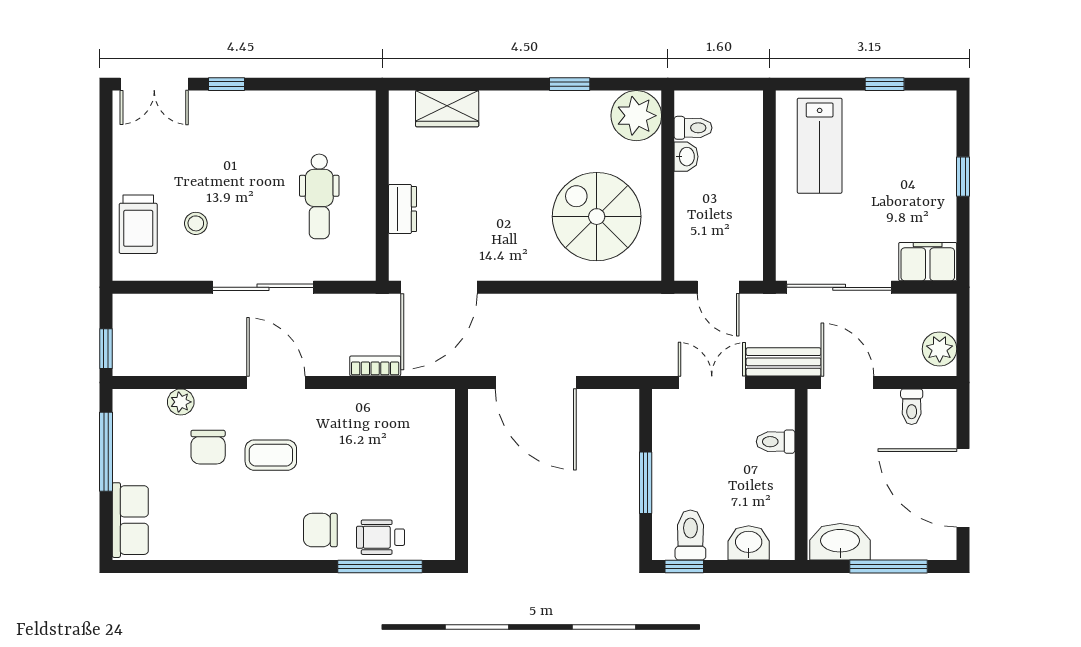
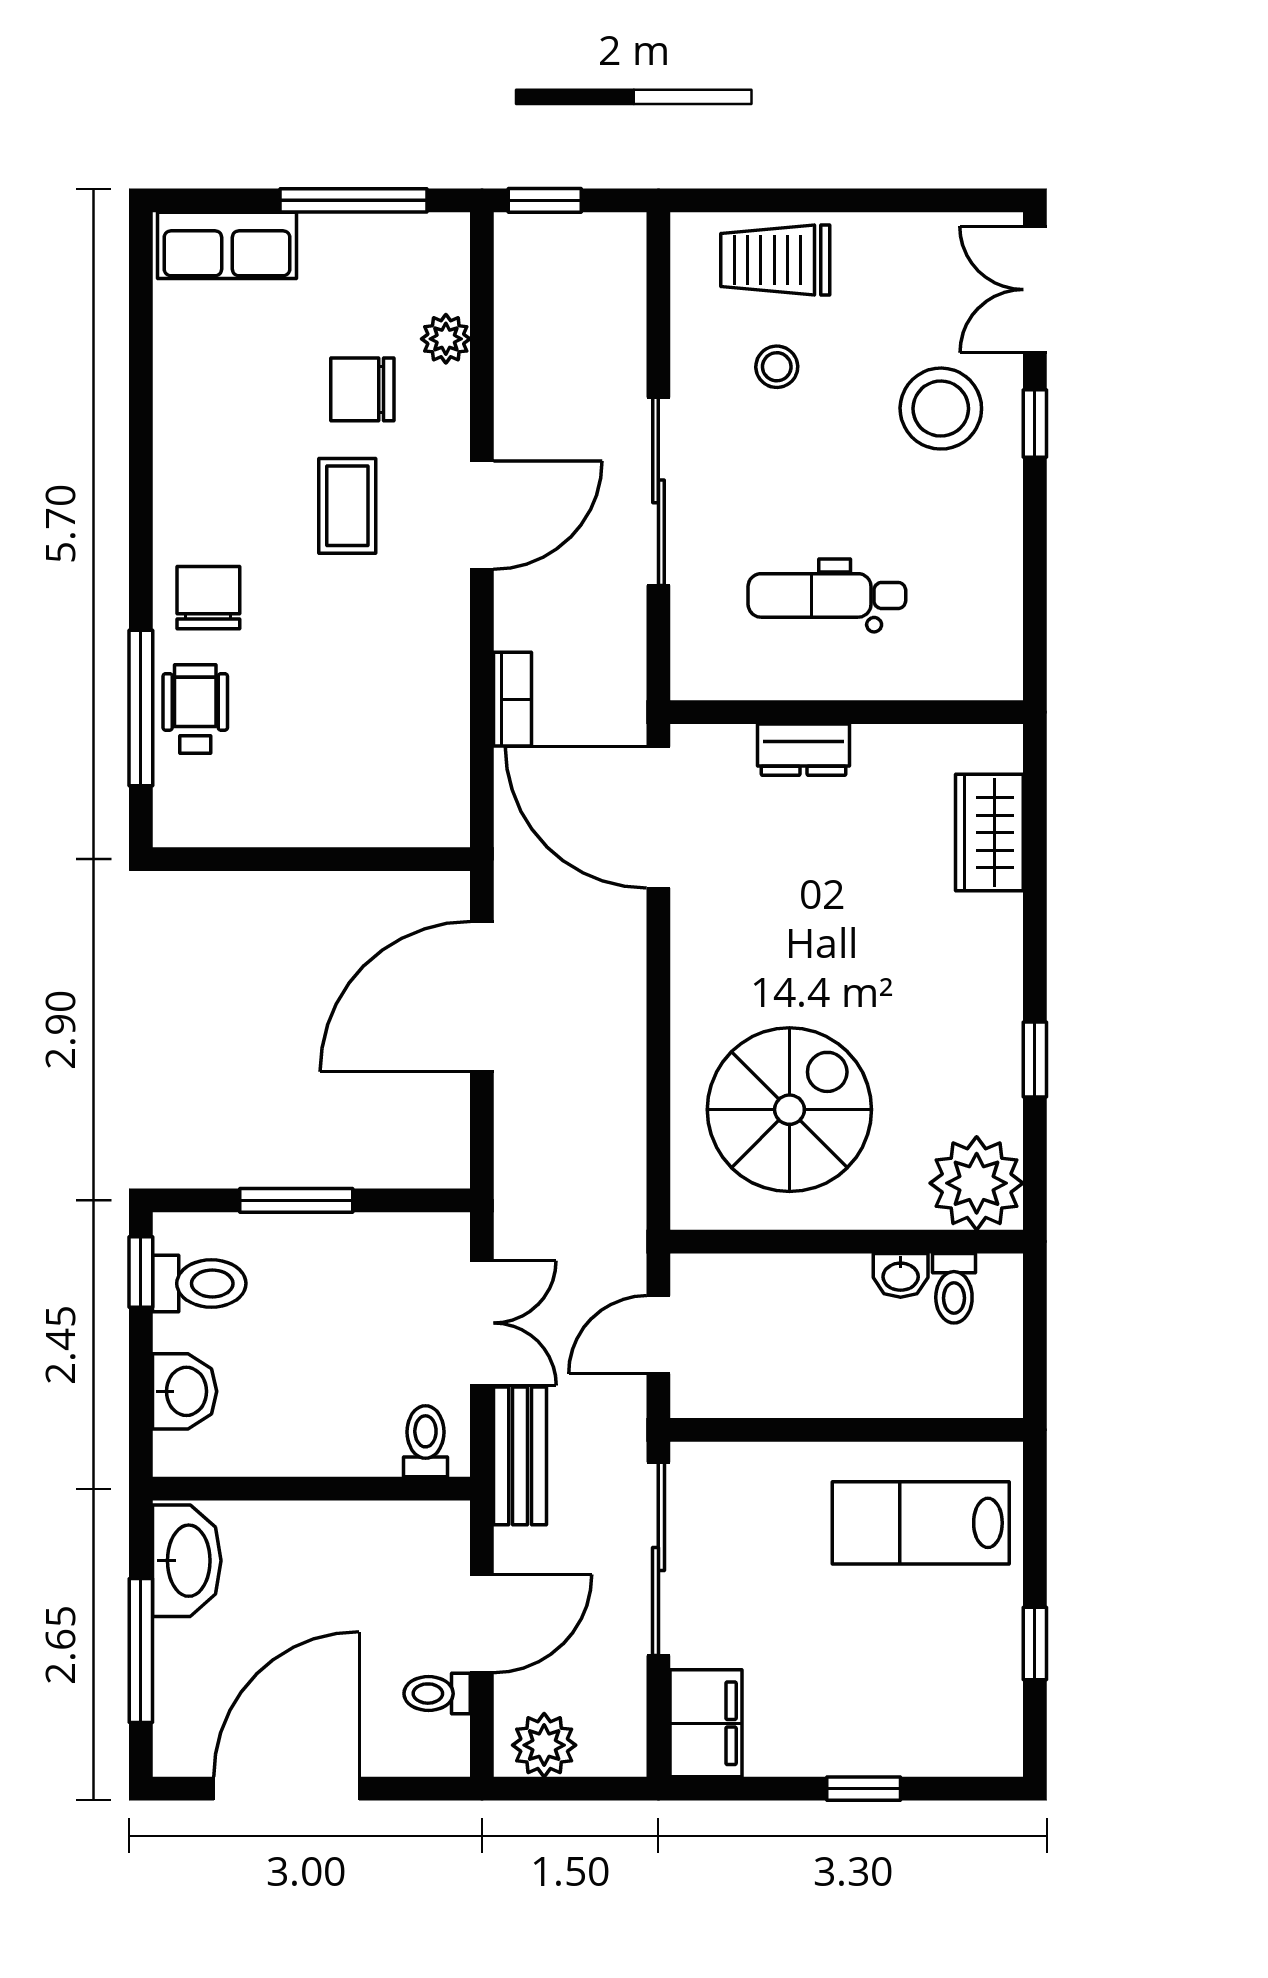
stool: (218, 135) -> (941, 409), added
door: (847, 382) -> (482, 1624), moved
toilet: (776, 442) -> (425, 1441), moved

